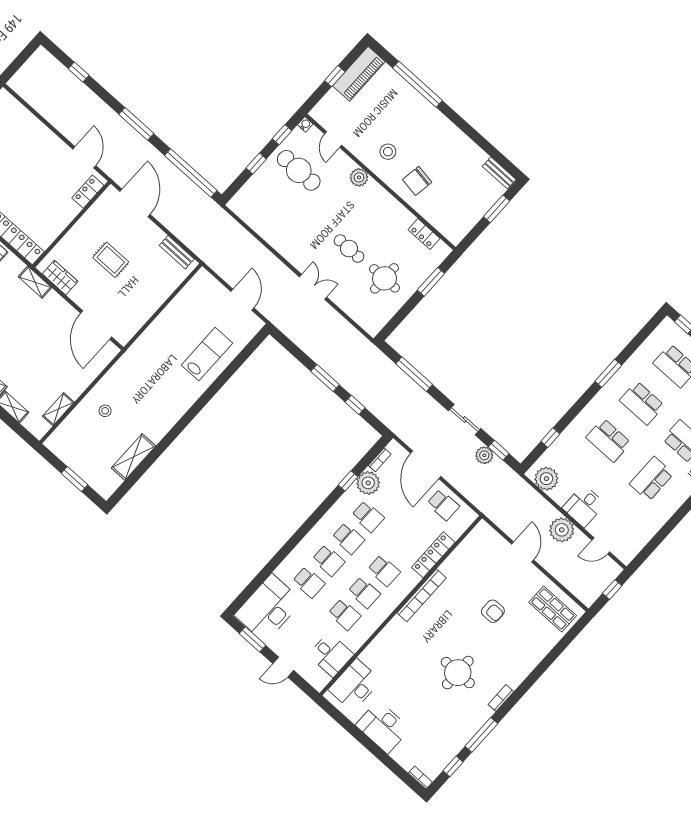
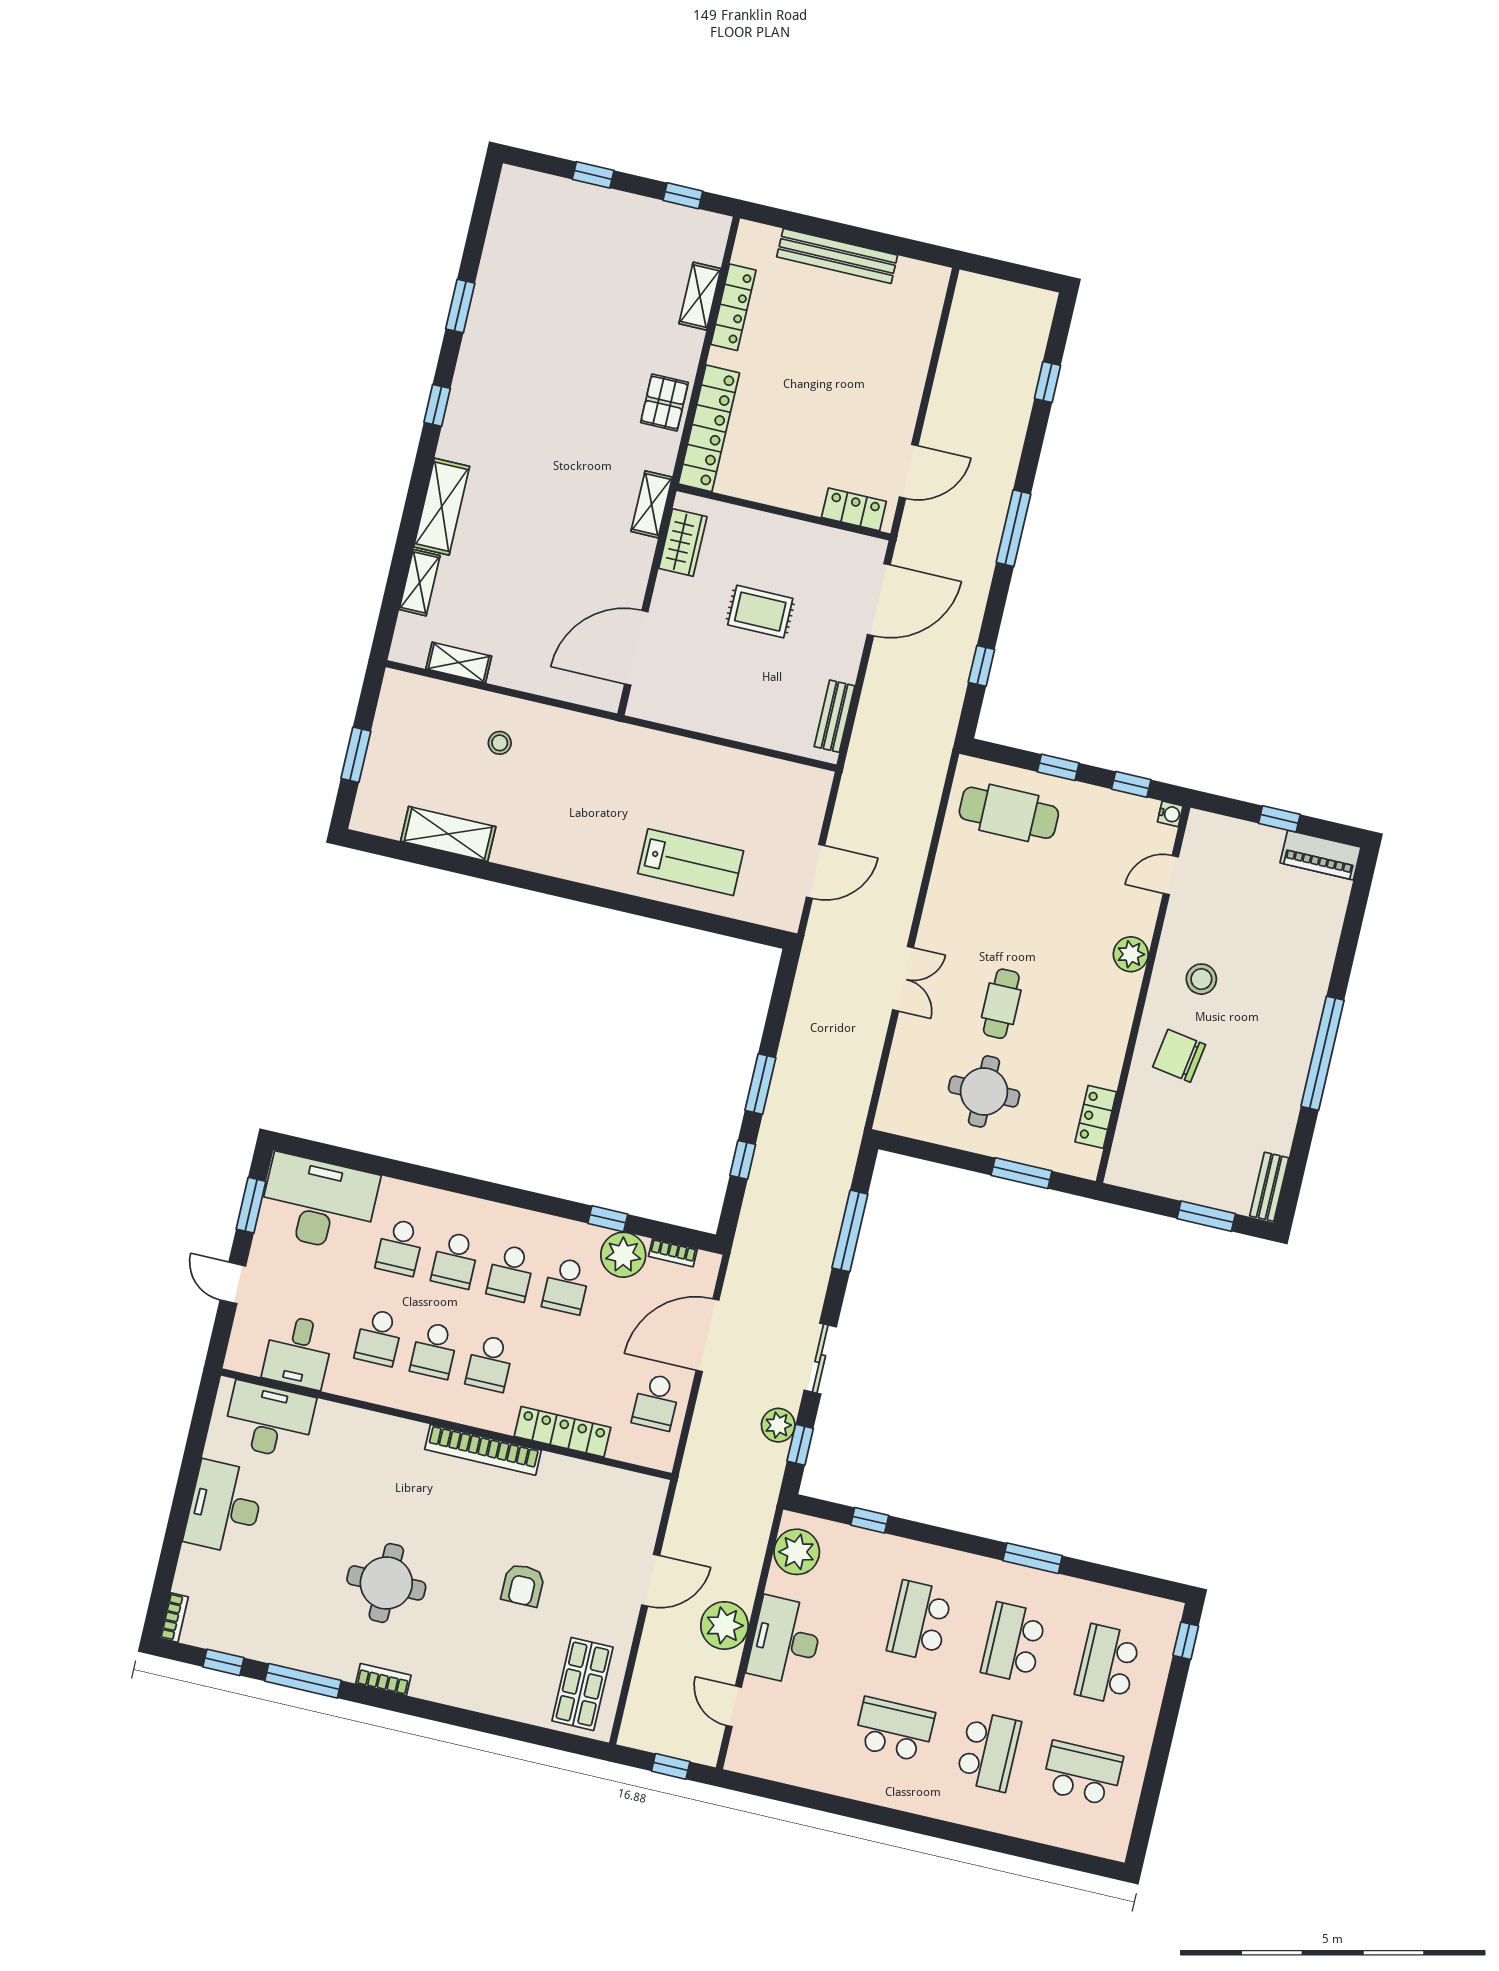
piano: (359, 74) -> (1320, 855), width x0.73, depth x0.75
window: (417, 84) -> (1322, 1053), moved
cafe table: (299, 170) -> (1009, 813), moved, turned 90
window: (191, 173) -> (981, 666), width x0.32
rug: (111, 260) -> (760, 612), turned 90
desk: (584, 506) -> (785, 1641), width x1.37

